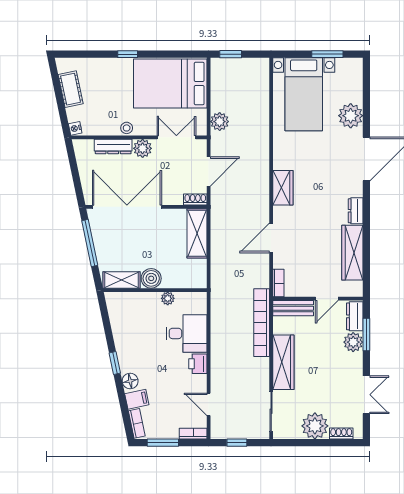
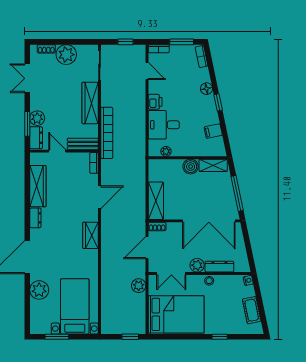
window: (128, 54) -> (220, 337), moved
plant: (168, 298) -> (166, 151), moved
door: (327, 299) -> (57, 151), hinge flipped
filing cabinet: (137, 399) -> (213, 131), moved

